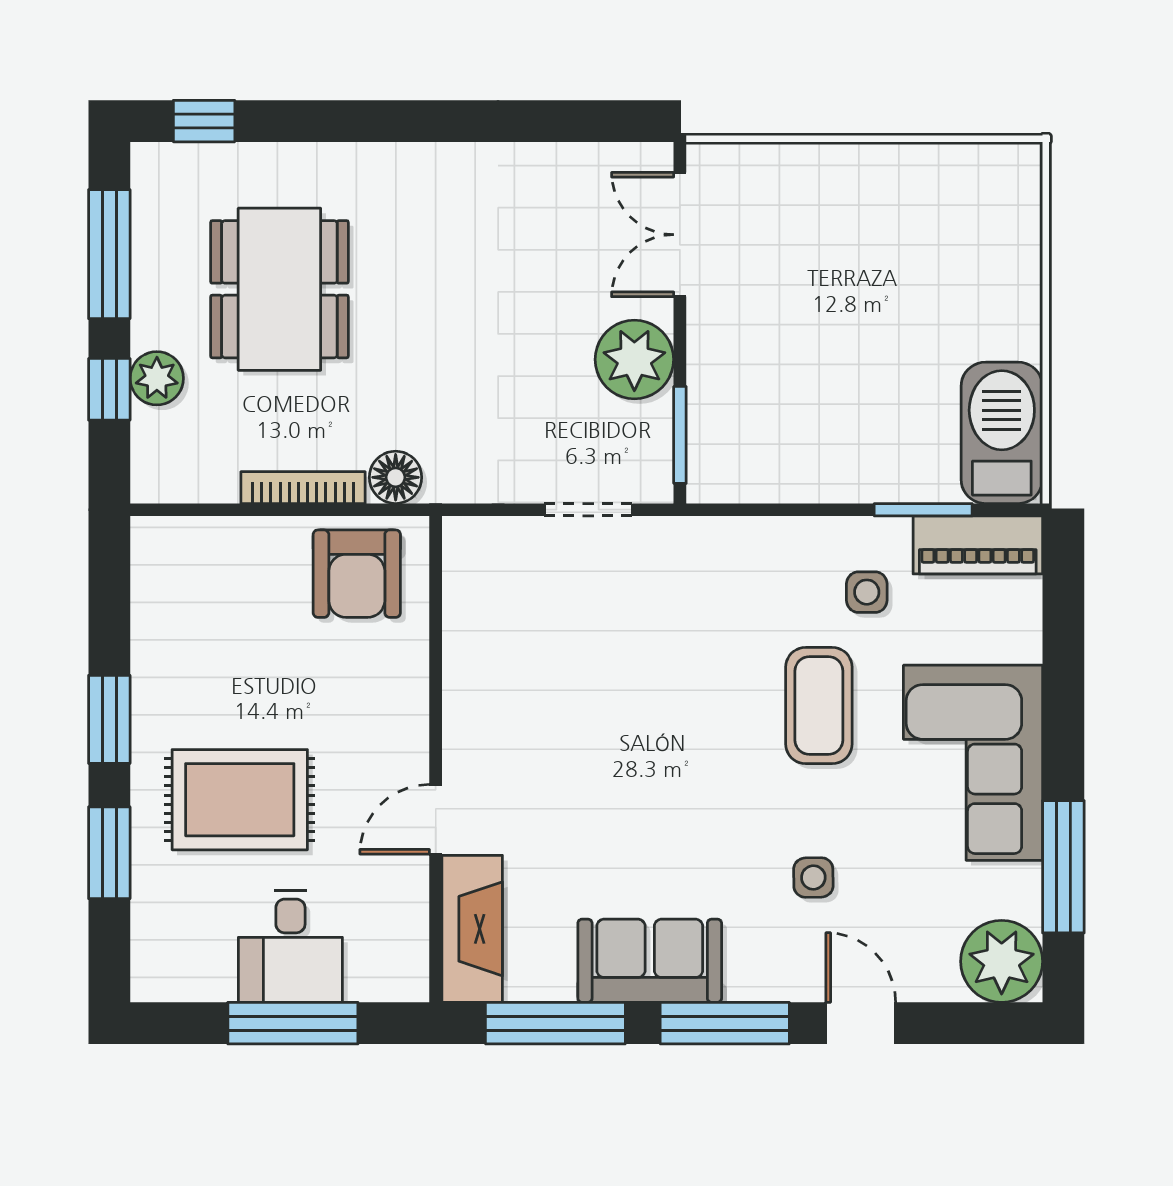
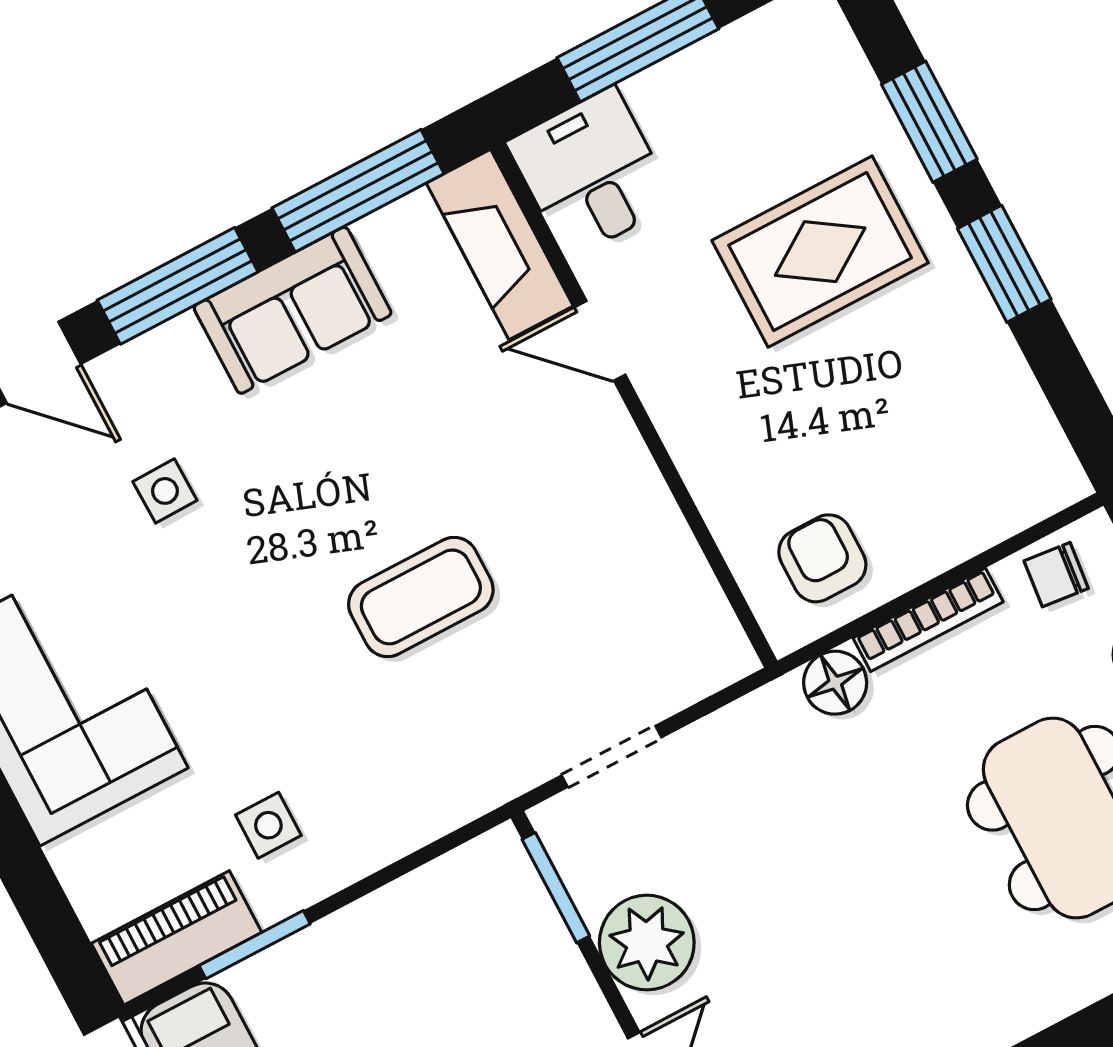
chair: (191, 471) -> (1056, 575), added
armchair: (357, 574) -> (822, 558), width x0.72, depth x0.72
coffee table: (819, 706) -> (421, 597), moved, turned 90
door: (436, 819) -> (600, 341), swing flipped
desk: (290, 946) -> (591, 173), moved

